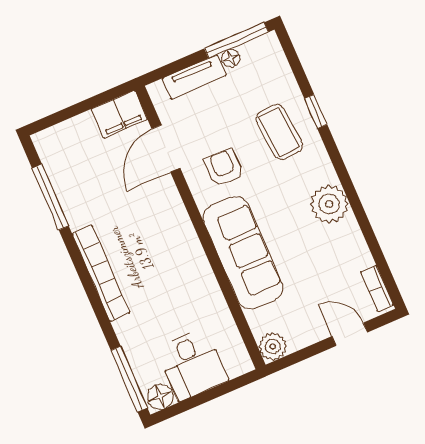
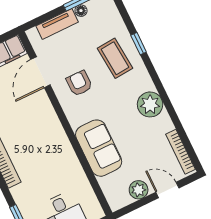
sofa: (243, 253) -> (99, 148), width x0.73
bookcase: (377, 288) -> (181, 152), width x1.56
plant: (273, 346) -> (139, 190), moved

